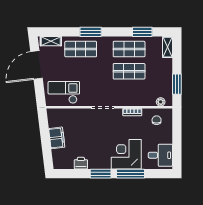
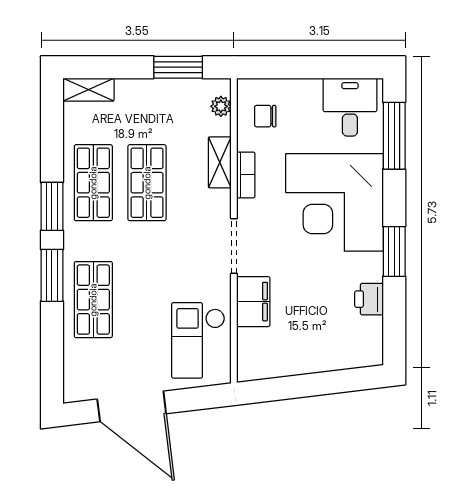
window: (142, 32) -> (52, 206), moved
shelving: (51, 41) -> (220, 162), moved
filing cabinet: (57, 138) -> (253, 302), moved, turned 97
corner desk: (126, 154) -> (335, 202), width x1.36, depth x1.36
window: (131, 174) -> (394, 136), moved

